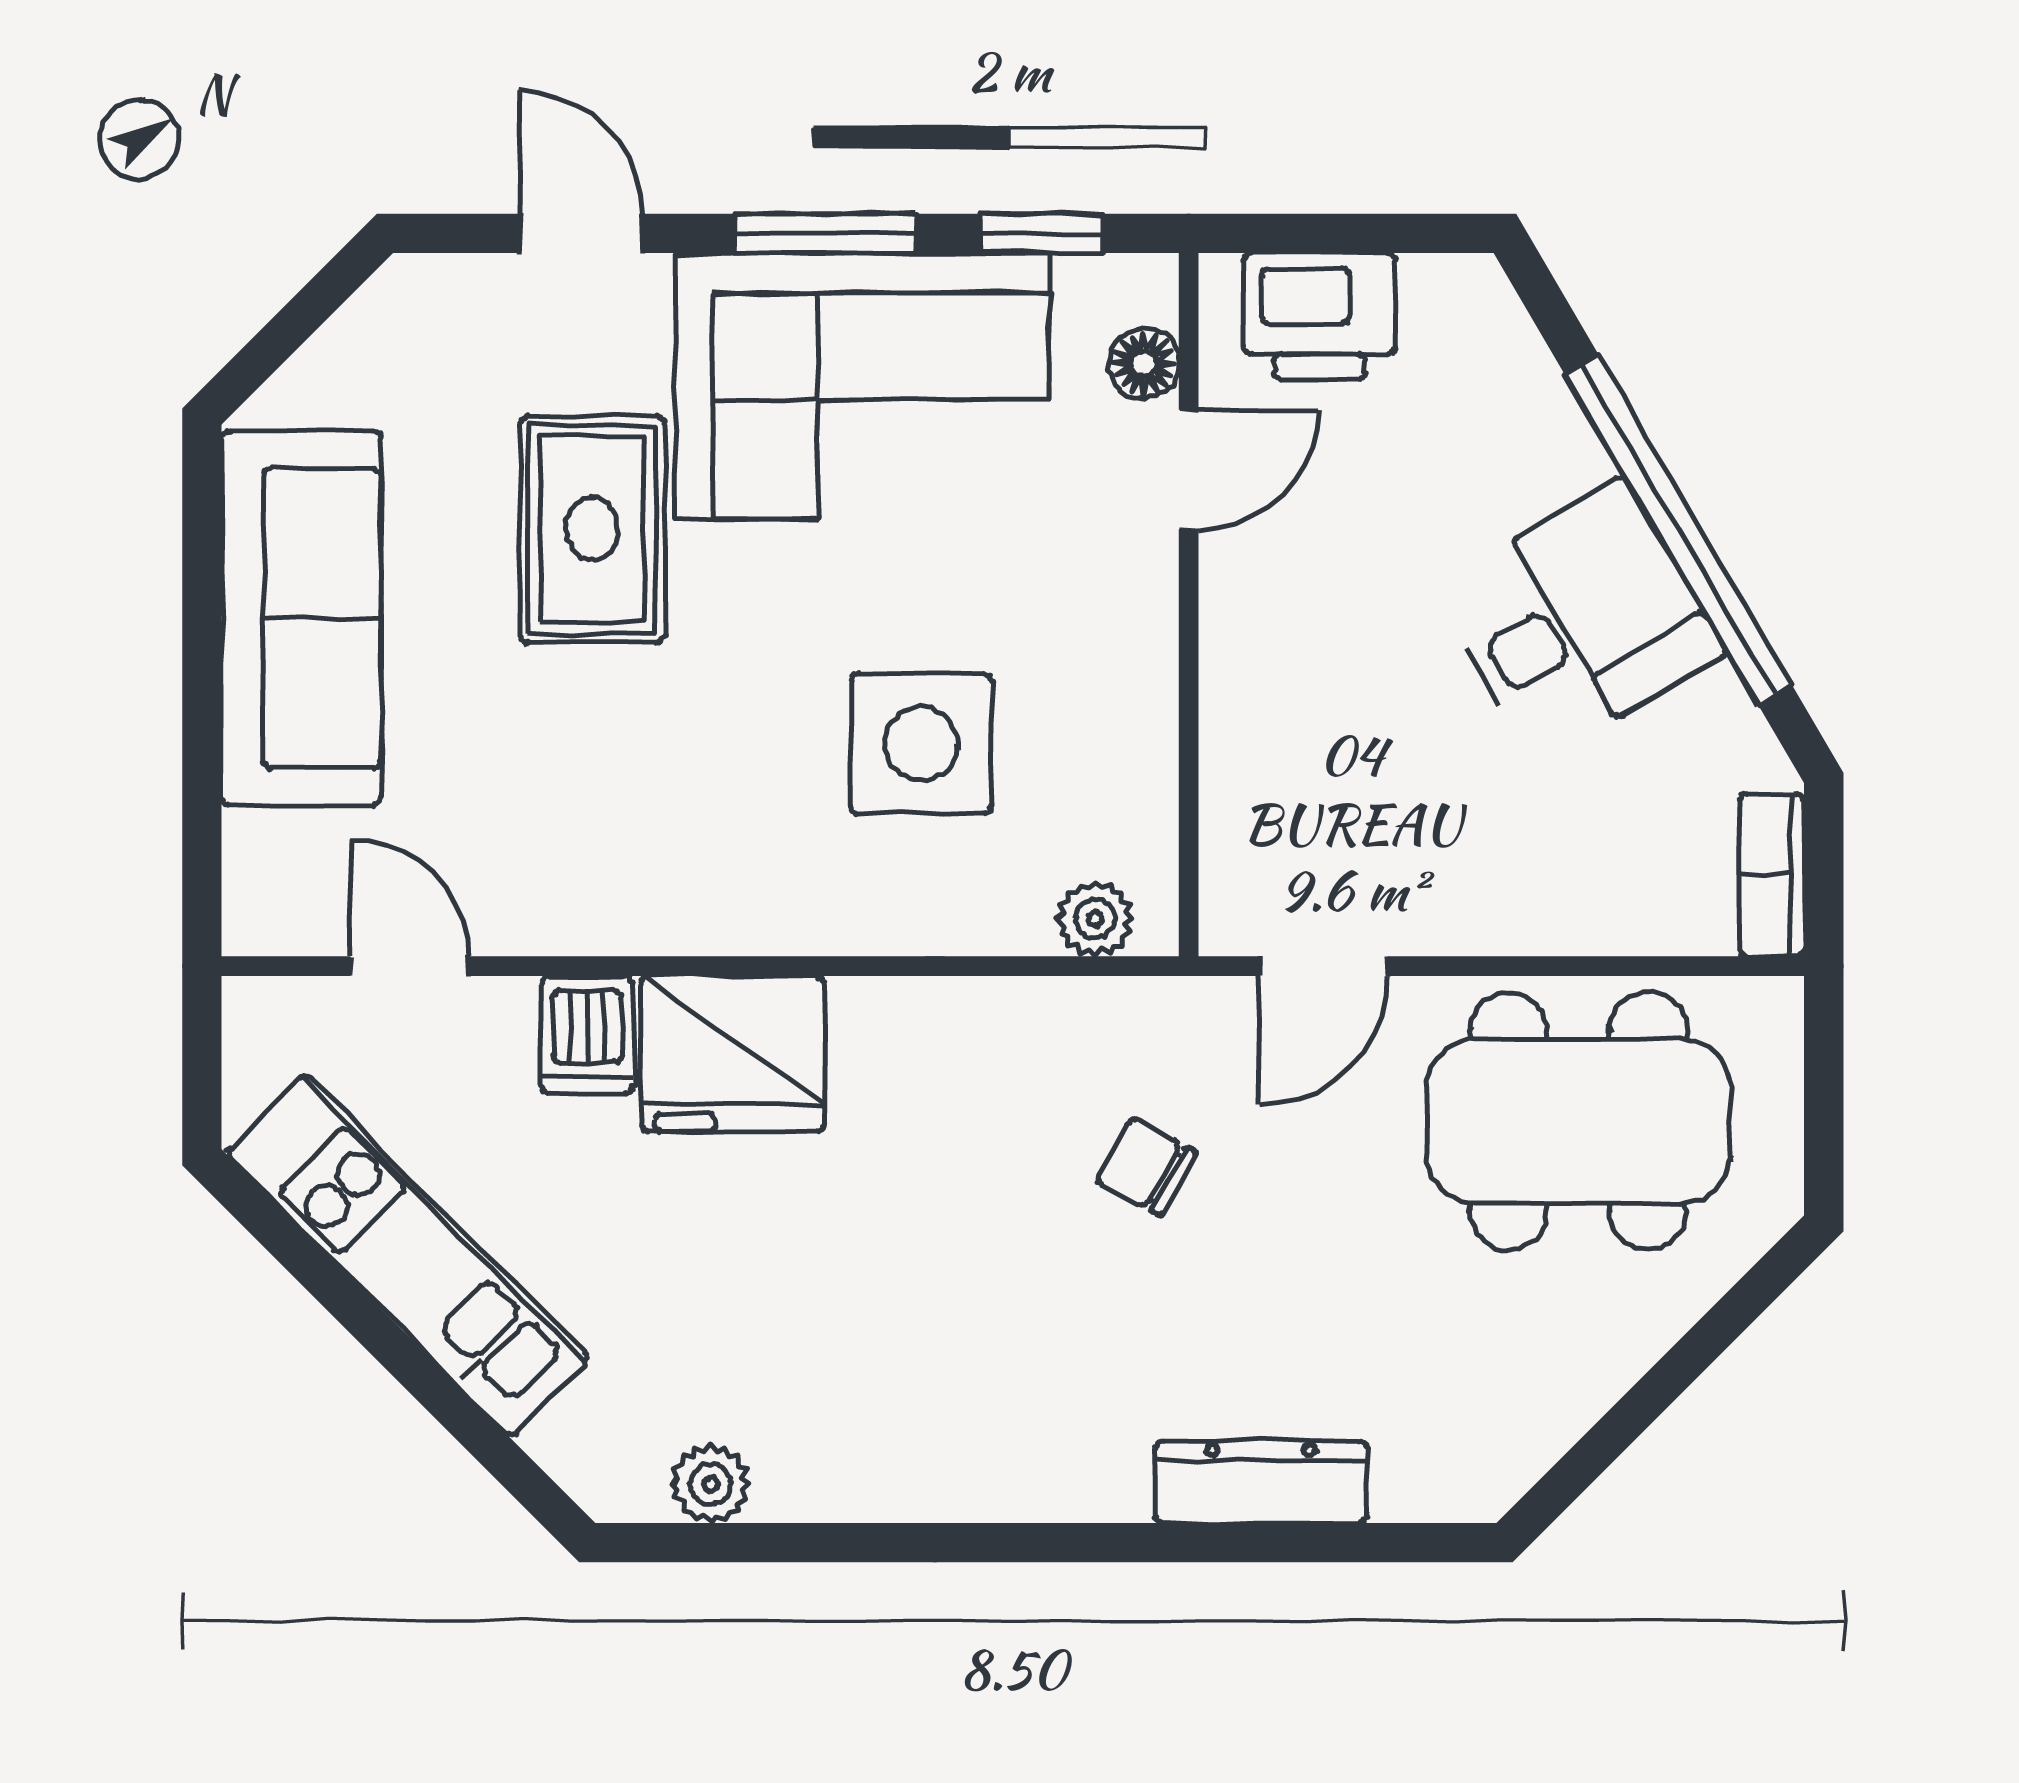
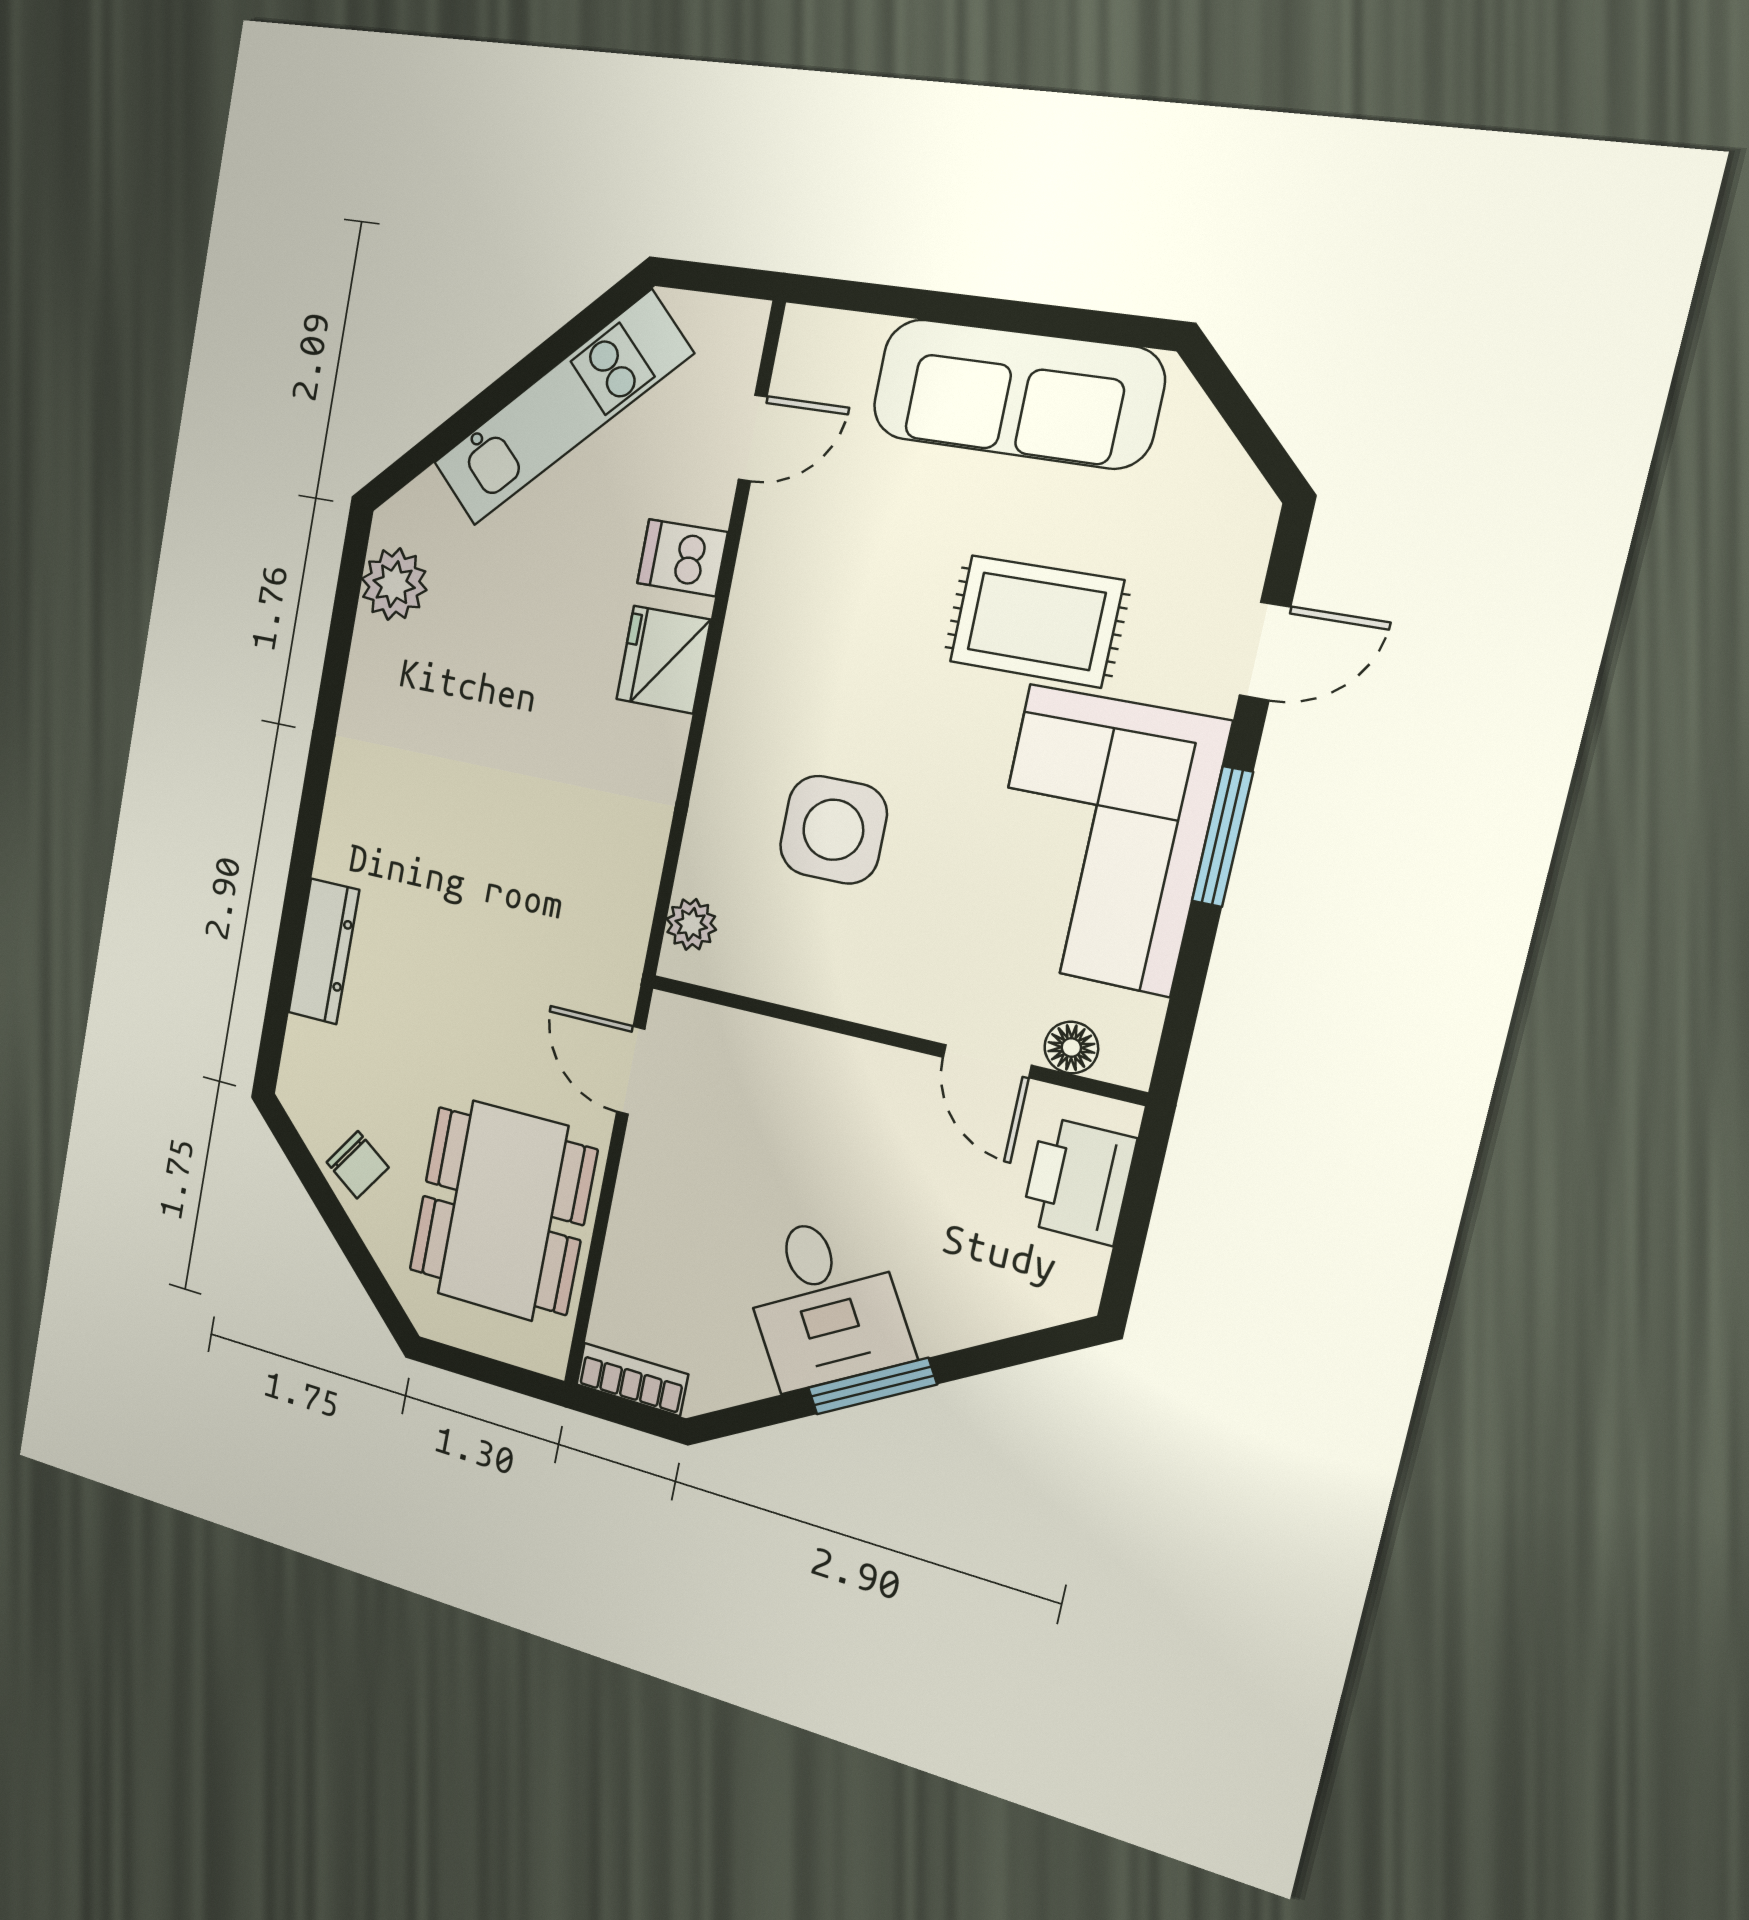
window: (1041, 233) -> (1186, 995), removed
window: (1678, 530) -> (872, 1386), width x0.47
fridge: (733, 1054) -> (663, 660), width x0.73, depth x0.75
chair: (1146, 1167) -> (358, 1165), moved, turned 96
plant: (711, 1484) -> (394, 584), width x1.38, depth x1.38

